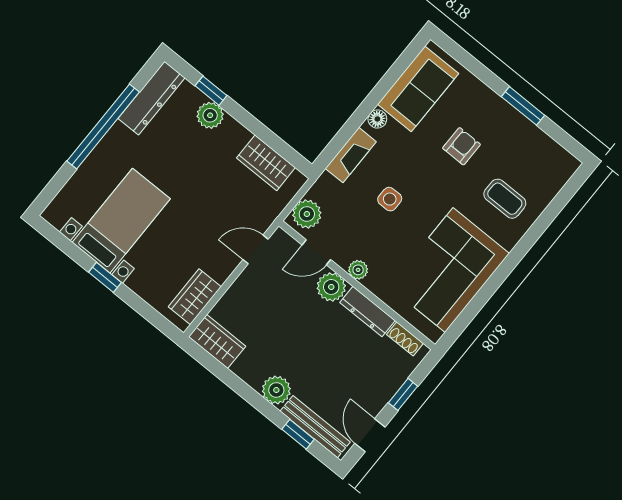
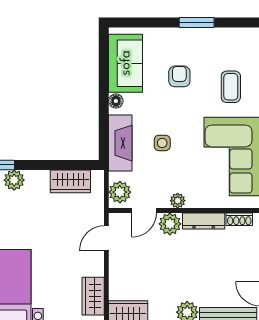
fireplace: (351, 155) -> (120, 143), width x1.37, depth x1.32
coffee table: (505, 199) -> (231, 87), turned 90

